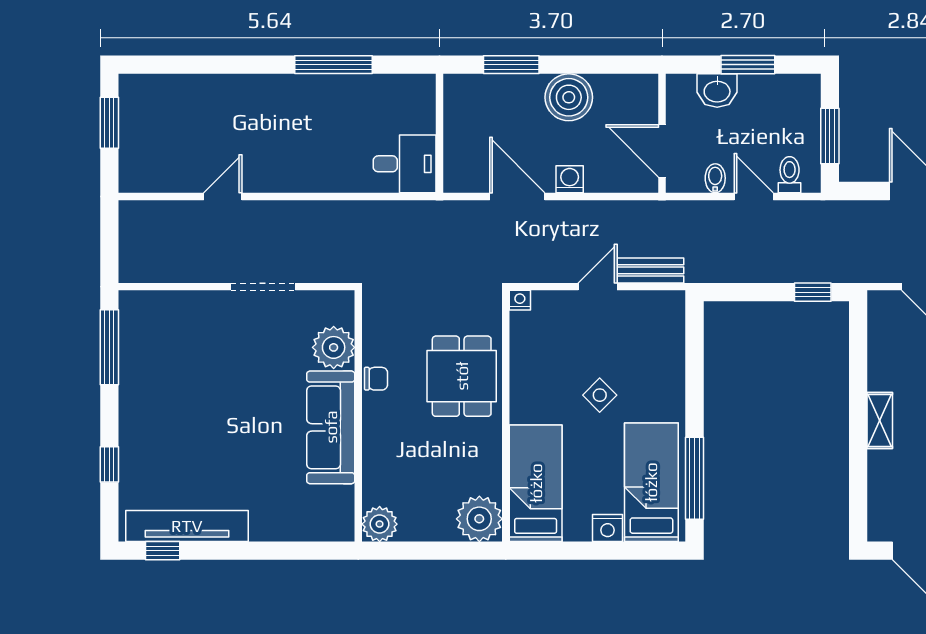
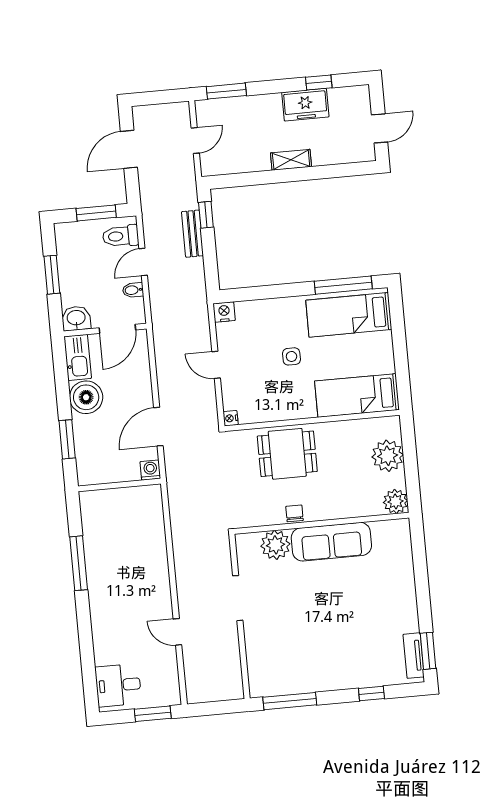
kitchen sink: (627, 91) -> (78, 357), added
washbasin: (717, 91) -> (76, 318), moved, turned -90
window: (109, 123) -> (153, 714), moved
desk: (405, 164) -> (118, 685), moved, turned -90
toilet: (790, 175) -> (121, 236), width x1.37, depth x1.39
washing machine: (570, 179) -> (150, 470), moved, turned 90
bench: (651, 270) -> (193, 234), moved
side table: (600, 395) -> (291, 356), turned 45
plant: (479, 519) -> (388, 456), moved
tv unit: (187, 526) -> (414, 656), width x0.52, depth x0.78
nightstand: (608, 528) -> (224, 312), moved, turned -90
window: (163, 551) -> (428, 651), width x1.50

